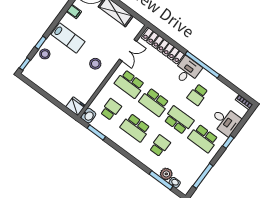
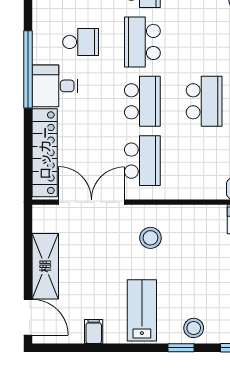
double door: (128, 50) -> (92, 202), width x1.37
school desk: (111, 109) -> (204, 161), removed
school desk: (160, 146) -> (204, 42), removed

